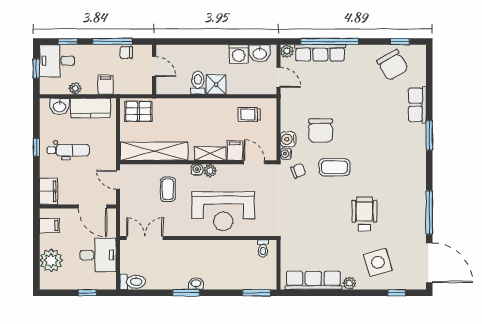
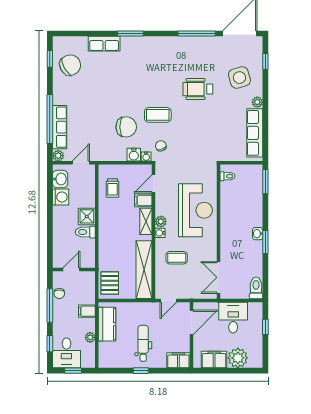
washbasin: (60, 106) -> (106, 351), removed
coffee table: (334, 167) -> (158, 115), turned 90
filing cabinet: (49, 226) -> (214, 359), width x2.00

